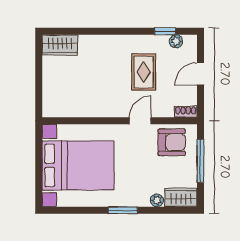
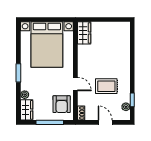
wardrobe: (60, 45) -> (84, 33), moved, turned 180

